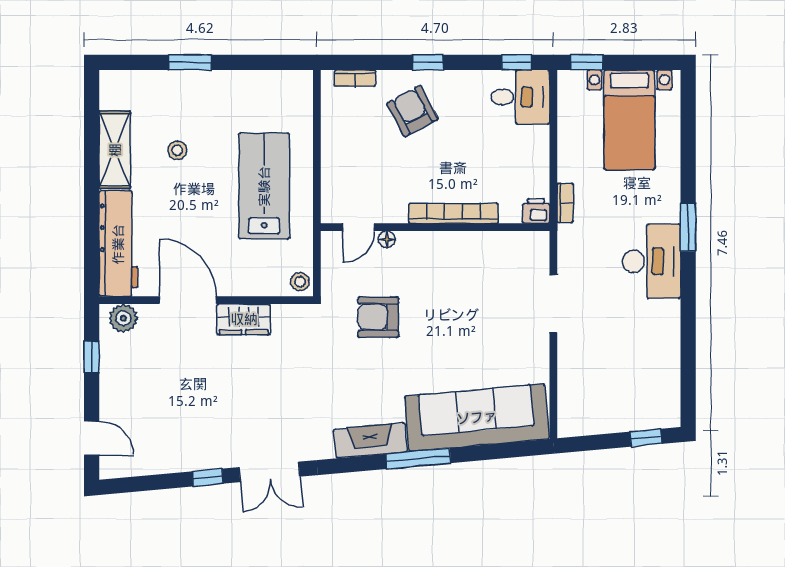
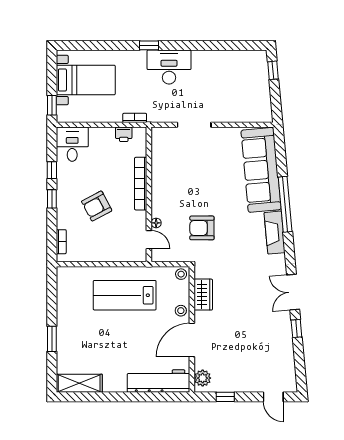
window: (516, 62) -> (52, 170), moved
armchair: (412, 111) -> (97, 206), moved
shelving: (115, 150) -> (79, 383), moved
stool: (177, 150) -> (181, 311), moved
printer: (536, 211) -> (124, 134), moved, turned -90
window: (688, 227) -> (149, 45), width x0.67
armchair: (378, 317) -> (202, 228), turned 90
wardrobe: (244, 319) -> (203, 295), moved
door: (92, 438) -> (273, 397), swing flipped
window: (418, 458) -> (285, 204), width x1.46
double door: (269, 472) -> (293, 292), swing flipped

